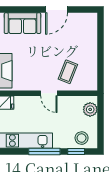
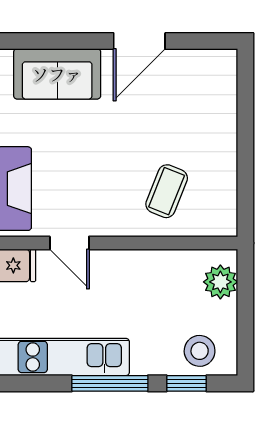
door: (49, 93) -> (69, 243), moved

